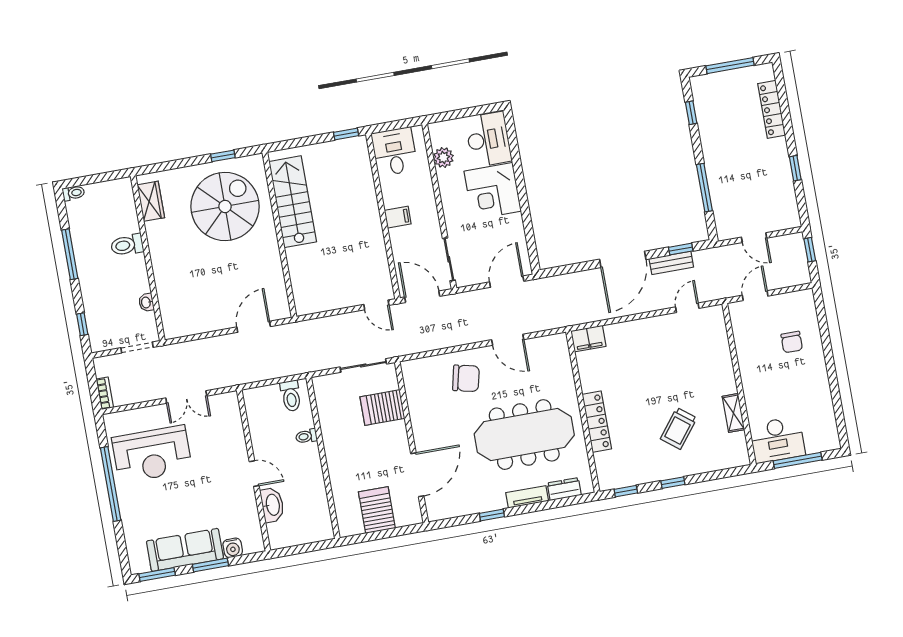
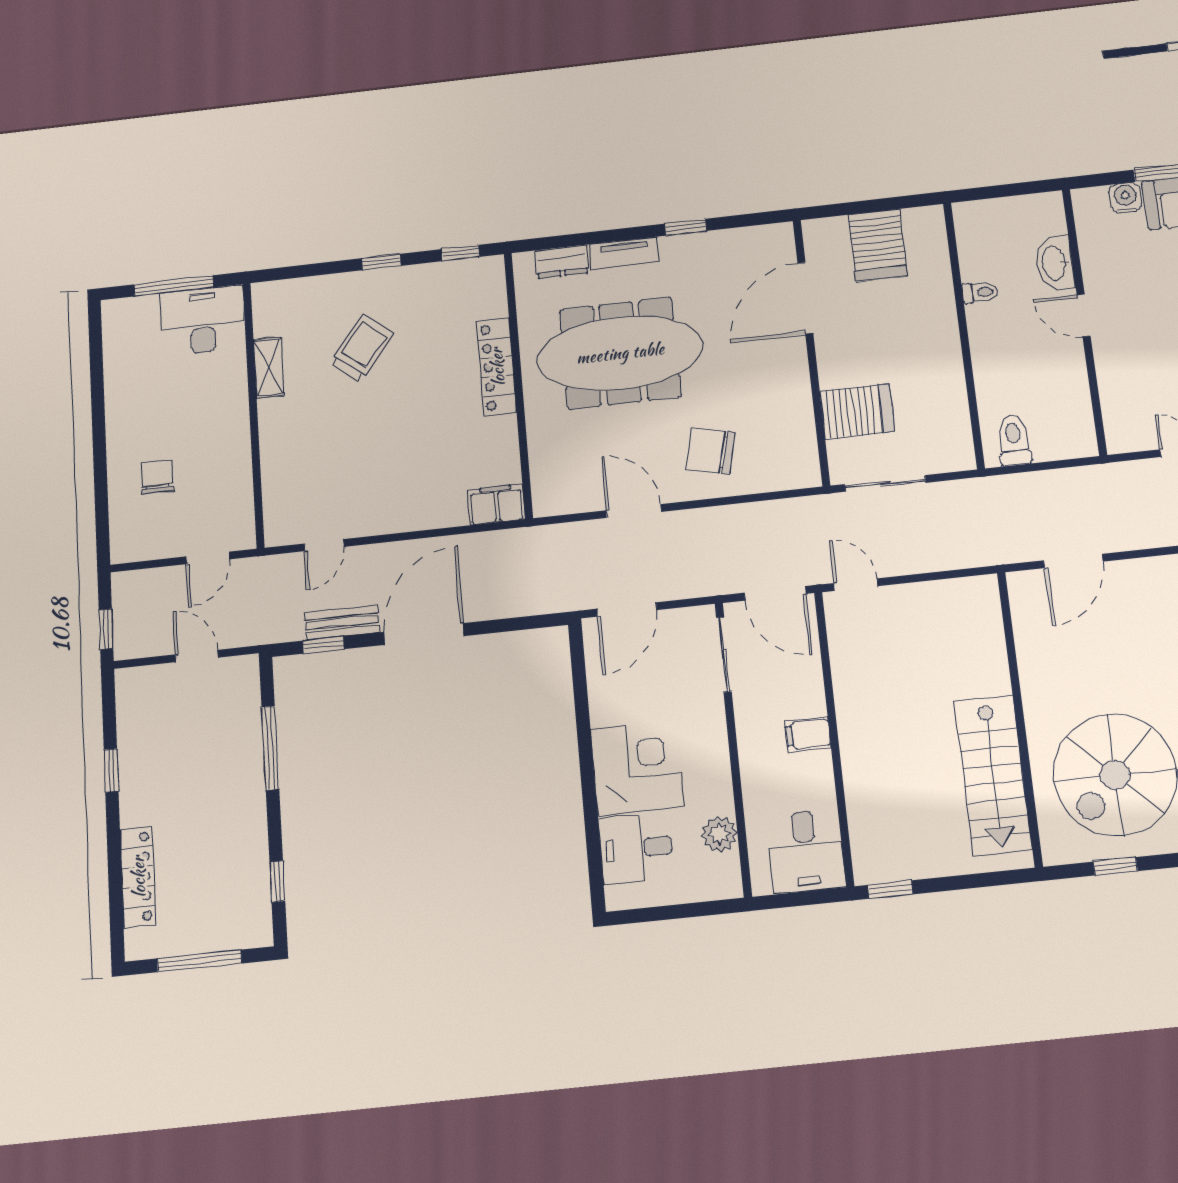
desk: (488, 139) -> (636, 848), width x0.73
toilet: (306, 436) -> (980, 292), moved

